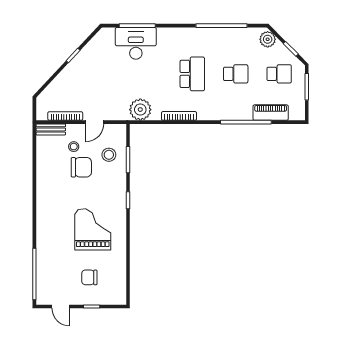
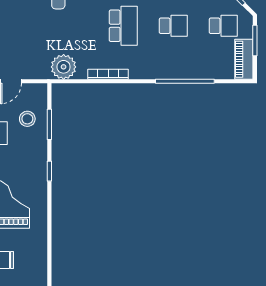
piano: (271, 113) -> (244, 59), moved, turned -90

